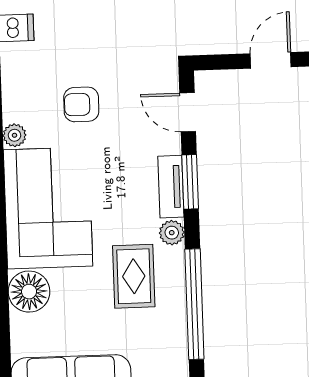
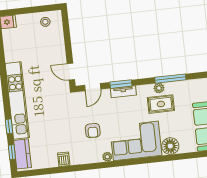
door: (271, 60) -> (71, 72), moved
plant: (172, 233) -> (159, 88), moved
window: (194, 304) -> (170, 79), width x0.68

